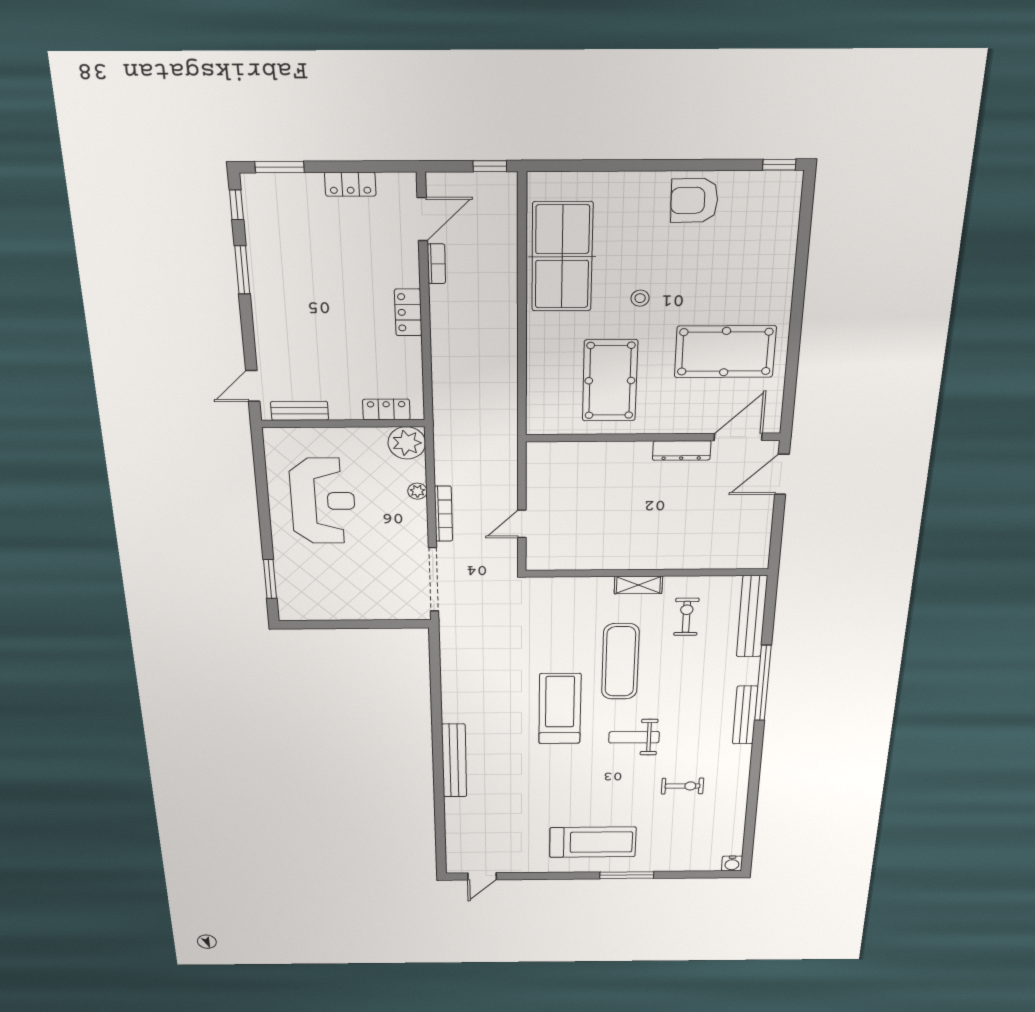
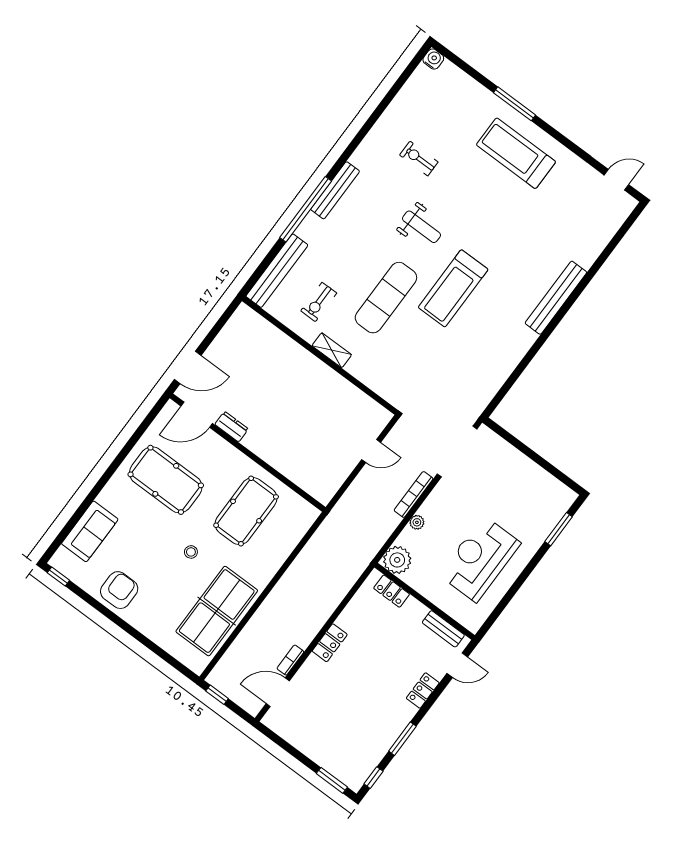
locker: (350, 184) -> (423, 690), moved, turned -90
armchair: (694, 200) -> (119, 590), turned -89
sofa: (776, 240) -> (90, 531), added
dresser: (682, 451) -> (232, 427), width x0.70

